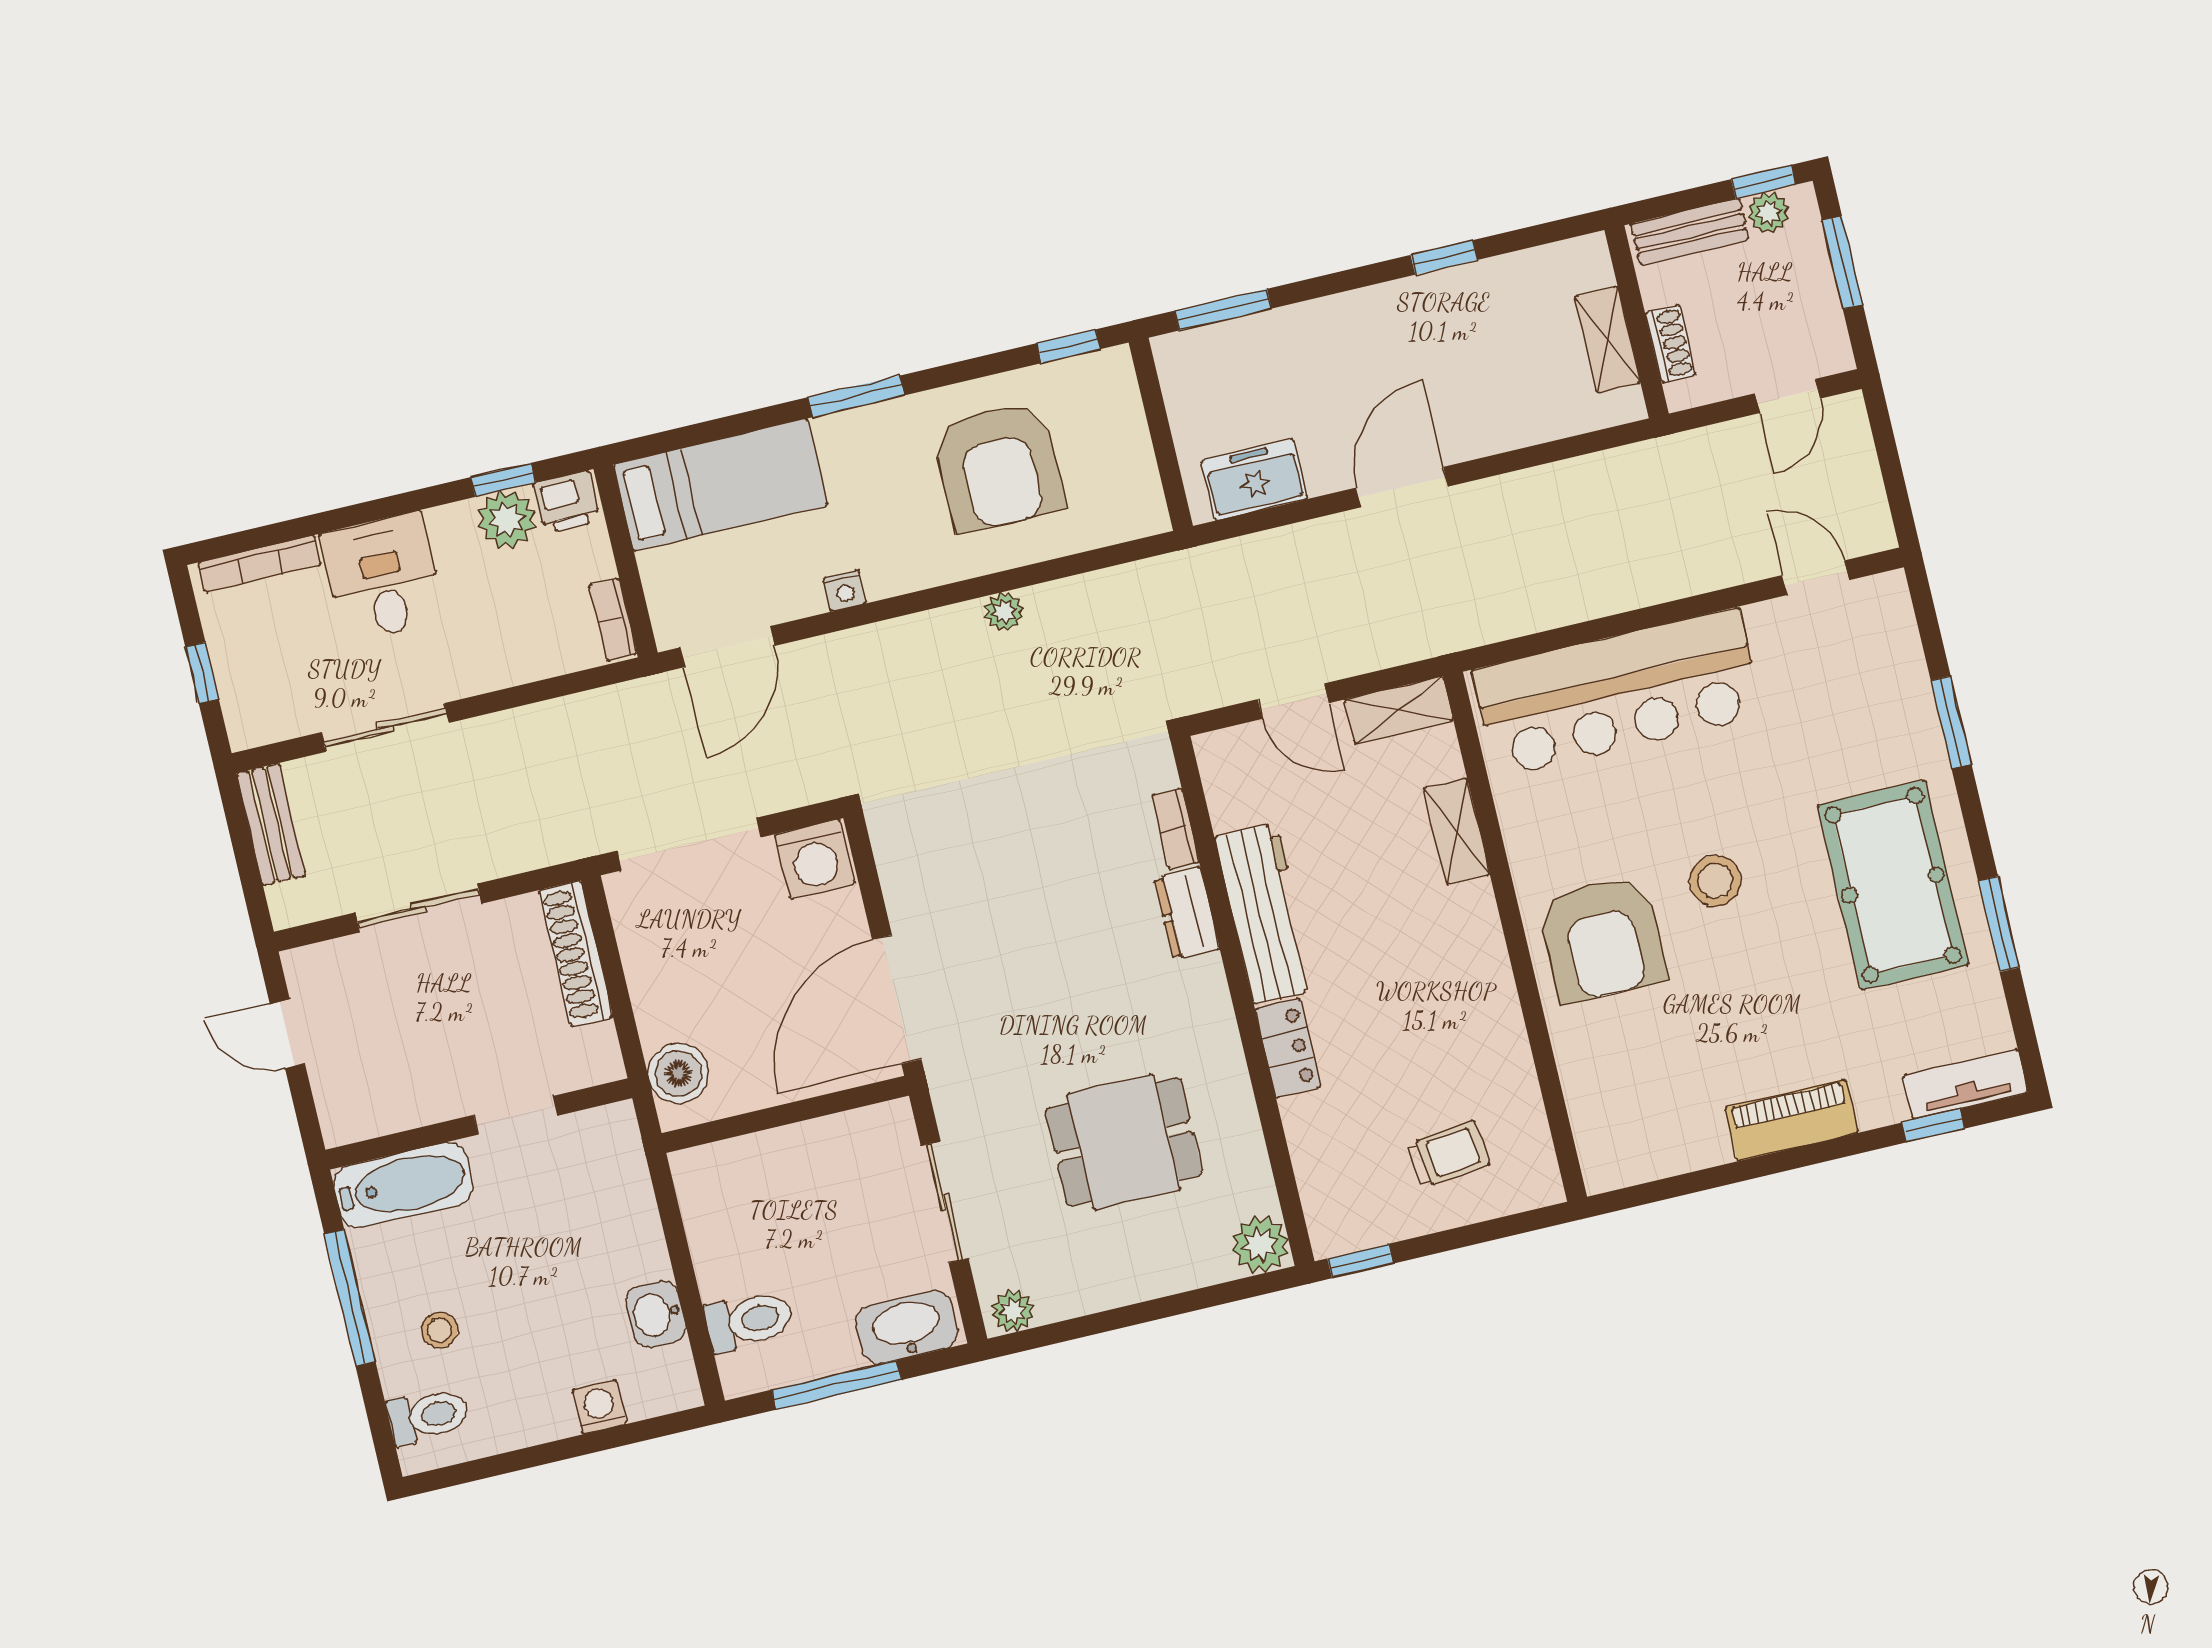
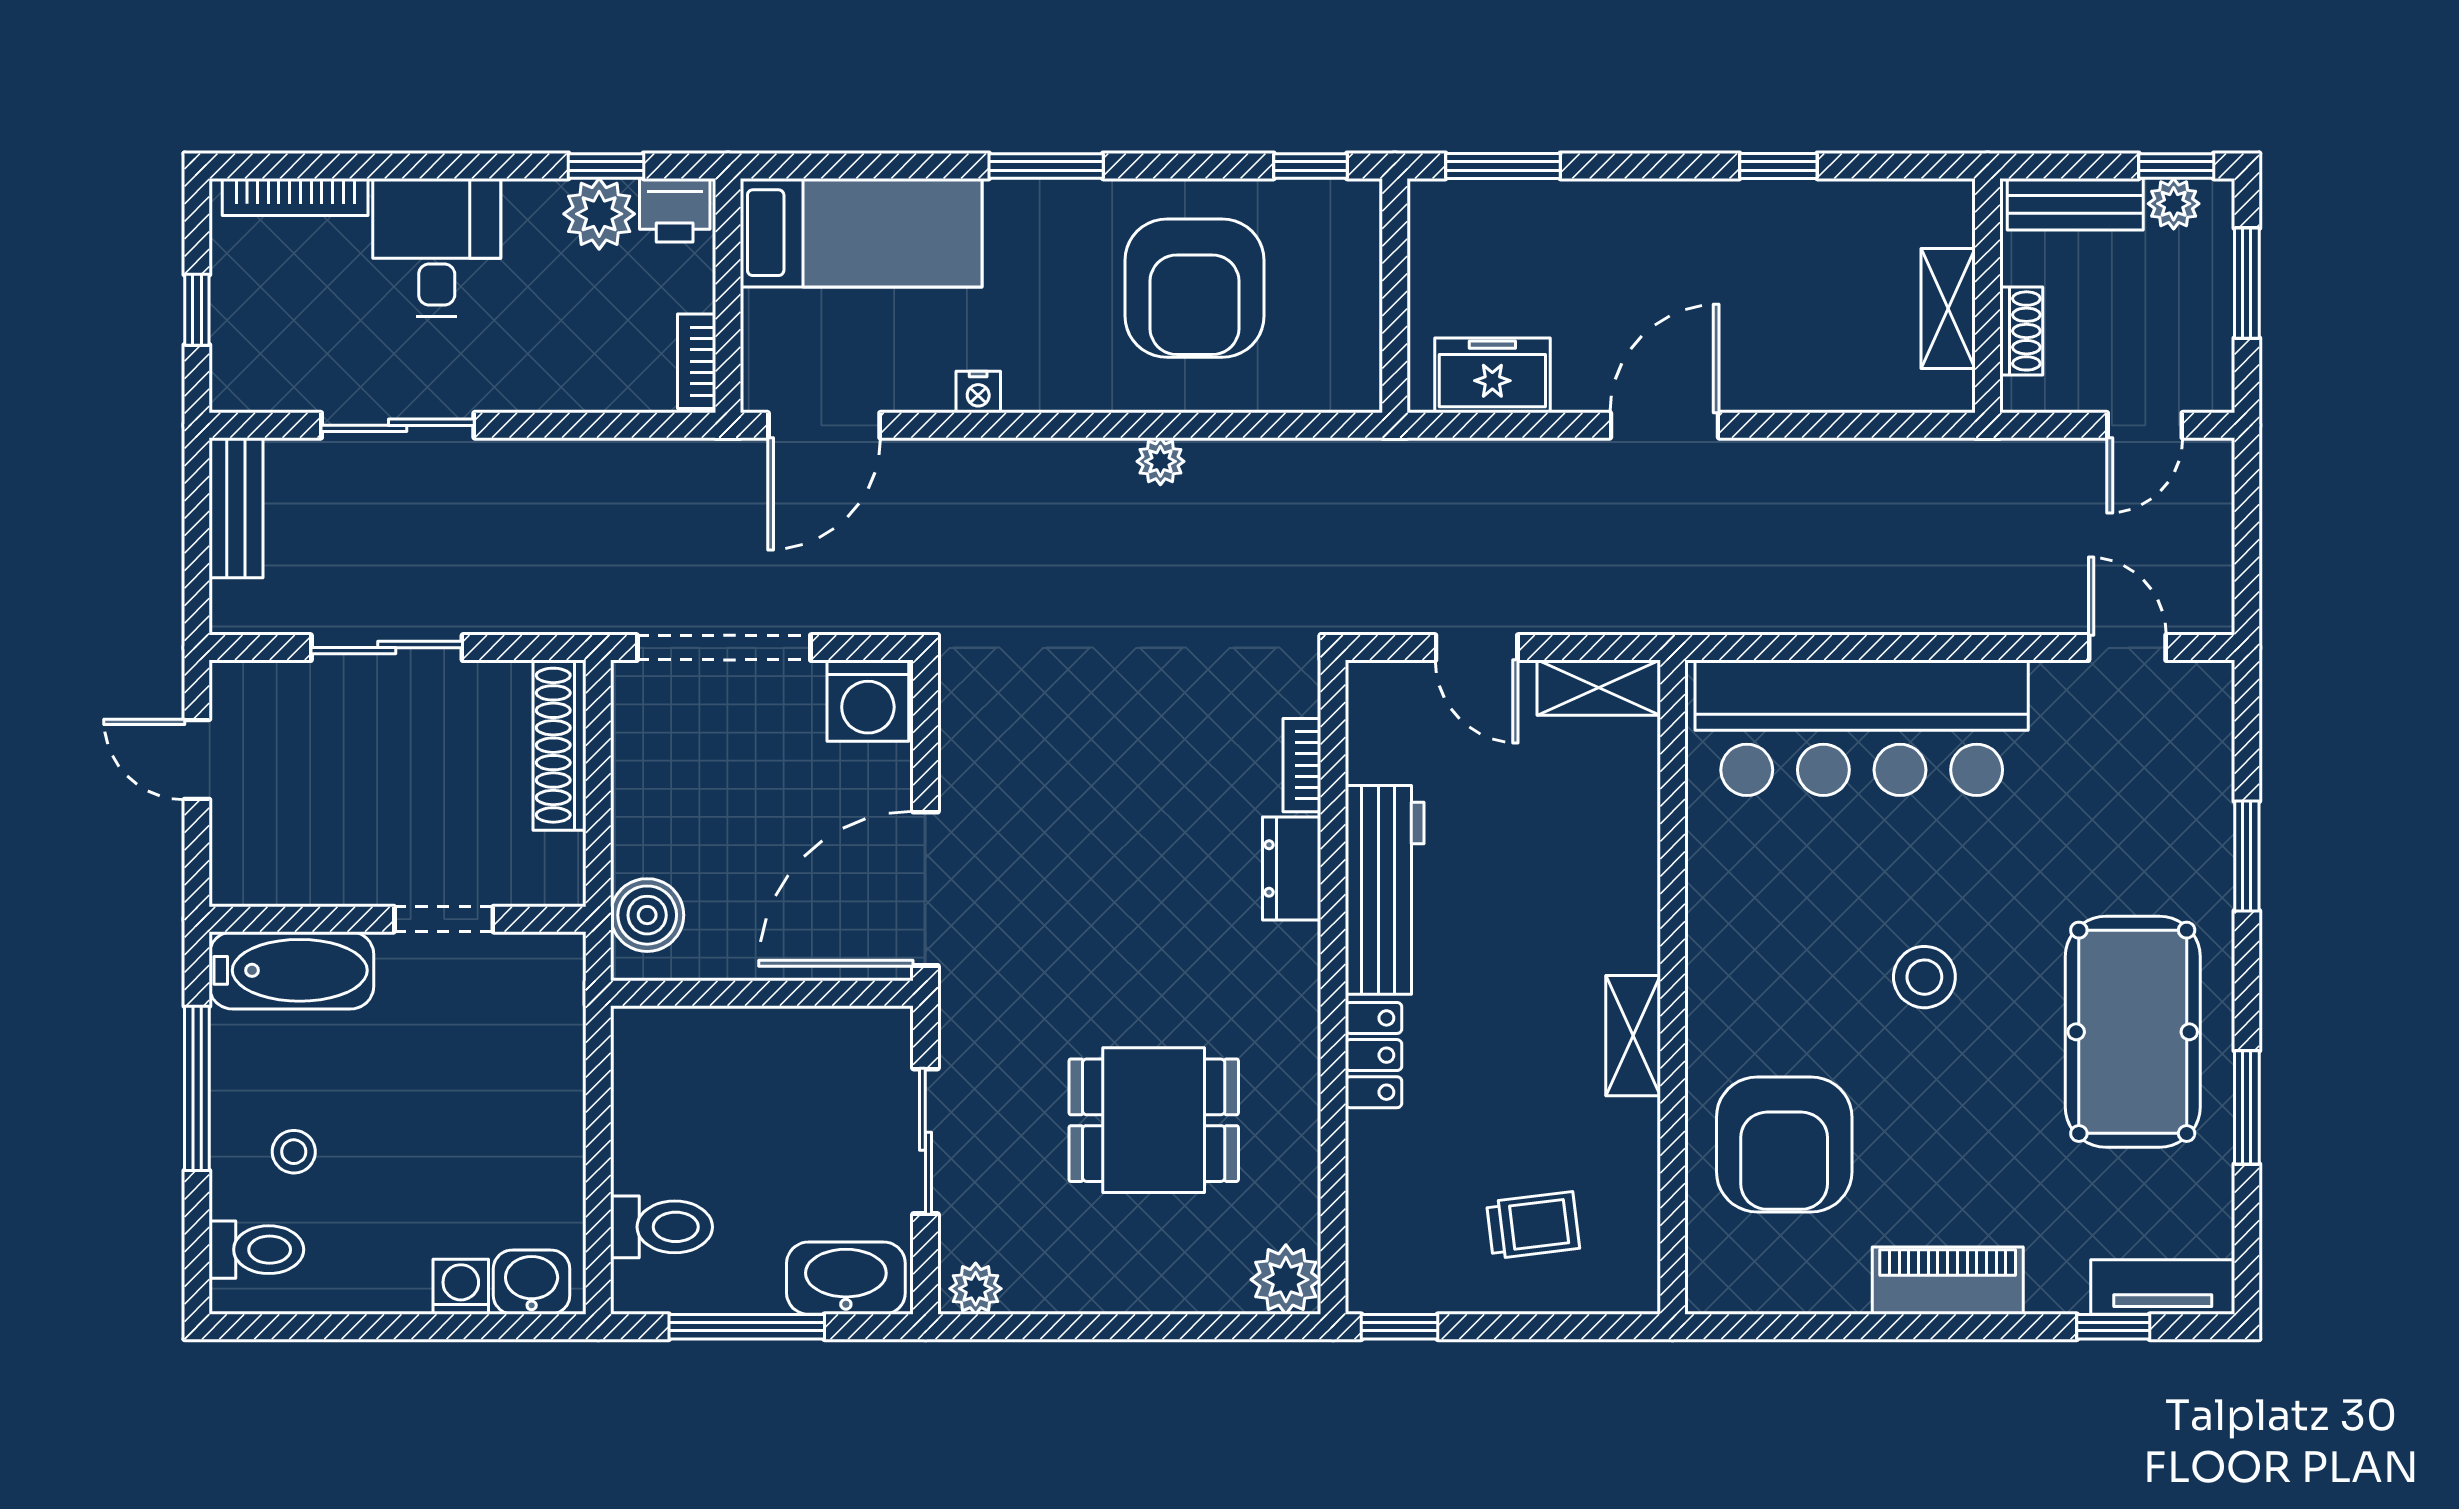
shelving: (1457, 832) -> (1633, 1036), moved
armchair: (1602, 939) -> (1784, 1144), moved
washbasin: (656, 1314) -> (532, 1282), moved, turned 90

